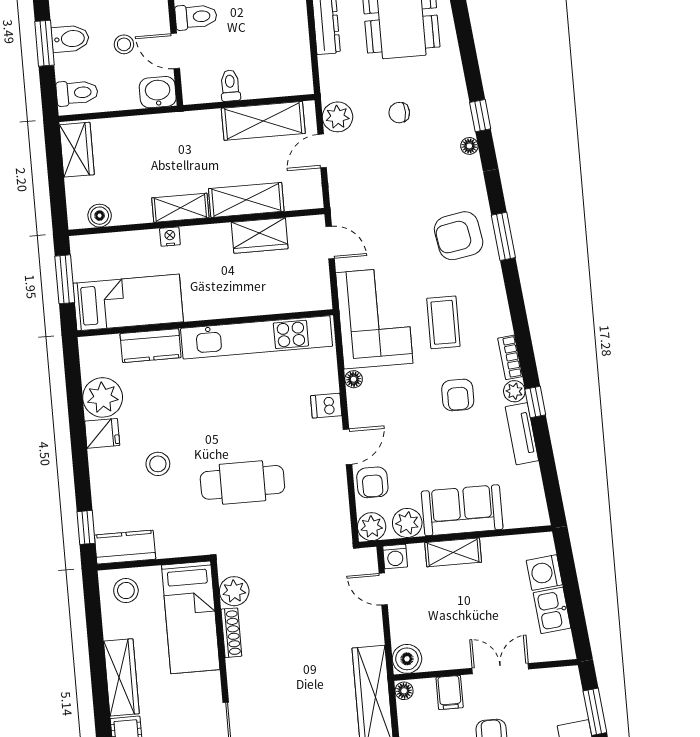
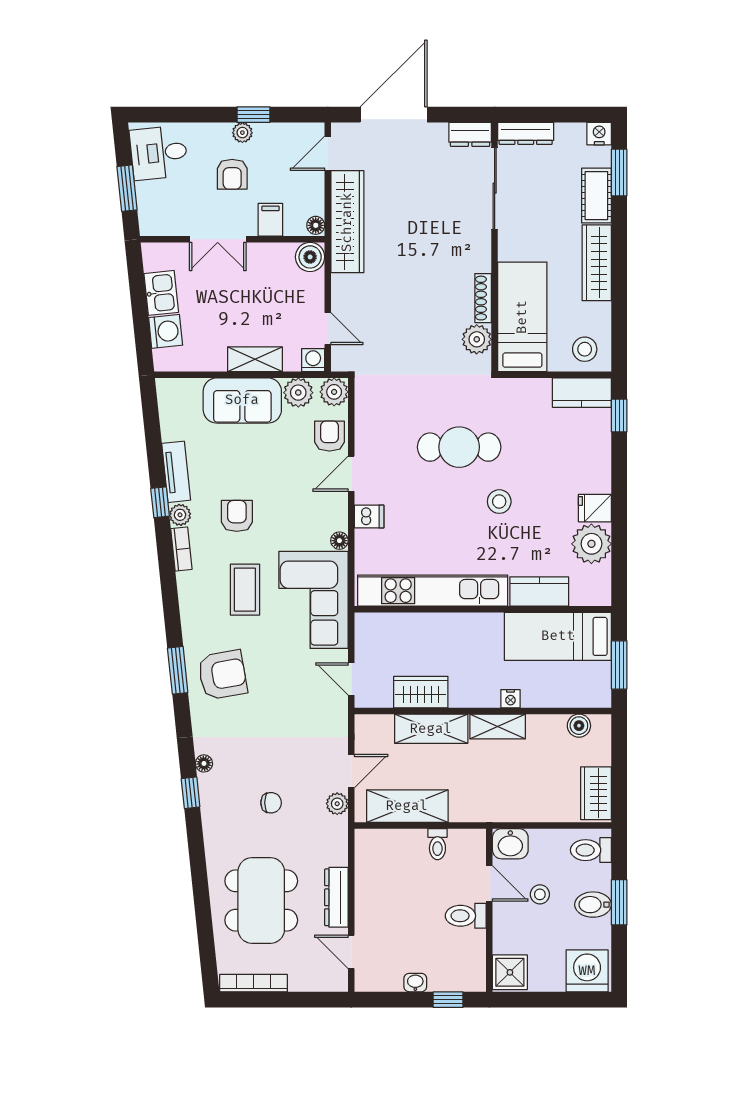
plant: (337, 117) -> (337, 804), width x0.73, depth x0.73
stool: (158, 464) -> (499, 502), moved

